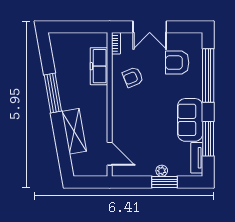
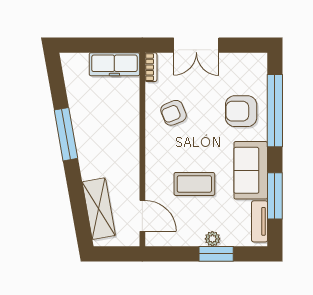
armchair: (177, 63) -> (241, 111), moved
freezer: (99, 66) -> (114, 64), moved, turned -90
coffee table: (148, 130) -> (194, 184), added
shelving: (74, 131) -> (99, 209), moved

